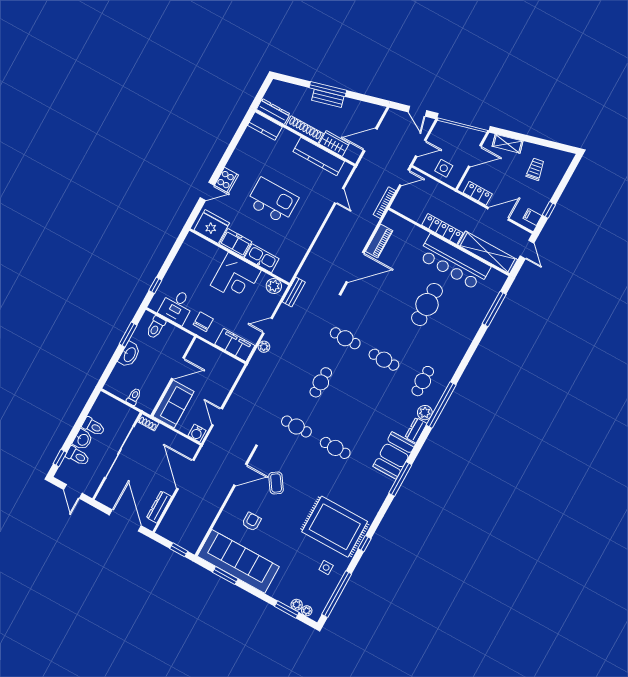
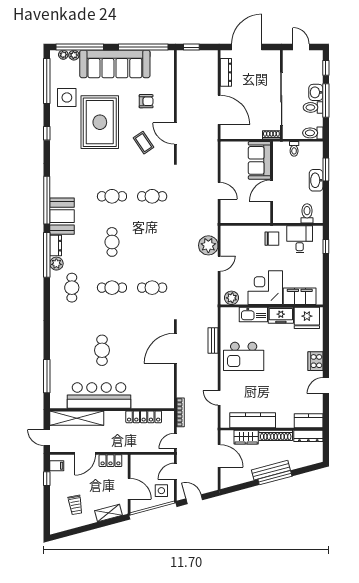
bench: (328, 98) -> (271, 470), width x1.36
door: (370, 140) -> (219, 456), hinge flipped
door: (475, 156) -> (129, 489), swing flipped
side table: (444, 168) -> (161, 491), moved
door: (207, 191) -> (326, 386), moved
kitchen island: (272, 201) -> (244, 356), moved
locker: (442, 229) -> (144, 417), moved
piano: (379, 241) -> (168, 380), removed
bench: (294, 292) -> (213, 340), moved
cafe table: (427, 304) -> (102, 350), width x0.73, depth x0.74
chair: (203, 322) -> (272, 239), turned -90
window: (128, 335) -> (326, 170), moved
filing cabinet: (235, 345) -> (300, 296), moved, turned 180
plant: (264, 347) -> (208, 245), width x1.88, depth x1.88
cafe table: (321, 382) -> (112, 242), moved
window: (441, 405) -> (47, 255), moved
door: (217, 417) -> (219, 191), moved
window: (77, 426) -> (326, 100), added
water cooler: (197, 433) -> (228, 148), removed
toilet: (78, 456) -> (313, 133), moved
door: (240, 475) -> (175, 133), hinge flipped
window: (400, 479) -> (47, 200), width x1.46
door: (125, 520) -> (247, 47), swing flipped
armchair: (252, 522) -> (146, 101), turned -90
rug: (335, 527) -> (100, 122), moved, turned 90
sofa: (238, 561) -> (115, 64), moved
side table: (326, 568) -> (67, 97), width x1.87, depth x1.87
window: (225, 576) -> (143, 47), width x2.11
window: (287, 609) -> (80, 47), width x2.11

